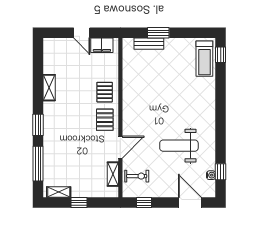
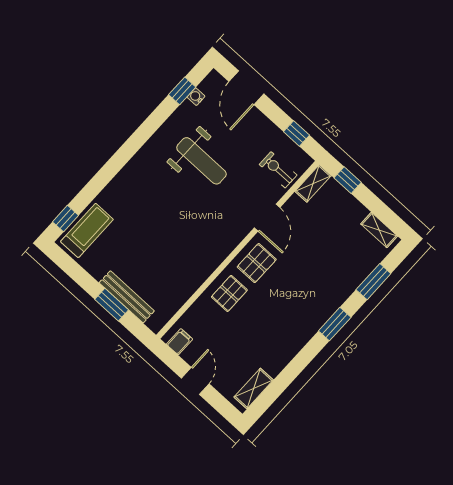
bench: (149, 44) -> (127, 297), width x1.36
filing cabinet: (102, 45) -> (180, 342), width x0.50
shelving: (49, 88) -> (254, 388), moved
door: (120, 147) -> (267, 218), swing flipped
window: (38, 164) -> (373, 282), width x0.69
shelving: (113, 174) -> (313, 183), moved
window: (79, 203) -> (348, 180), moved

